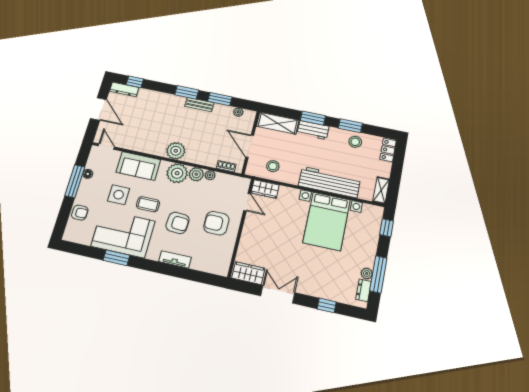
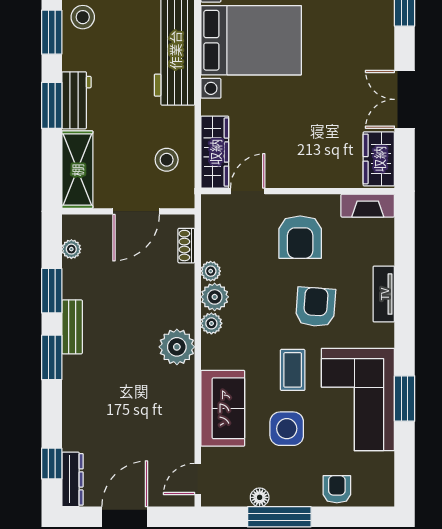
plant: (177, 173) -> (211, 323), width x0.53, depth x0.53
wardrobe: (265, 189) -> (215, 152), width x1.50
fireplace: (224, 262) -> (368, 206), added

